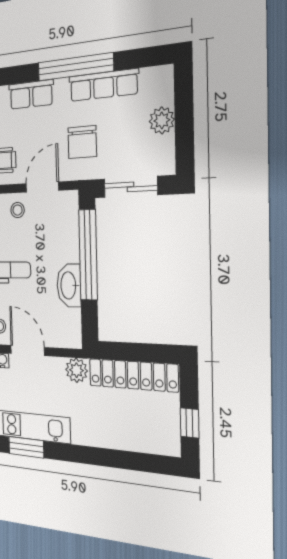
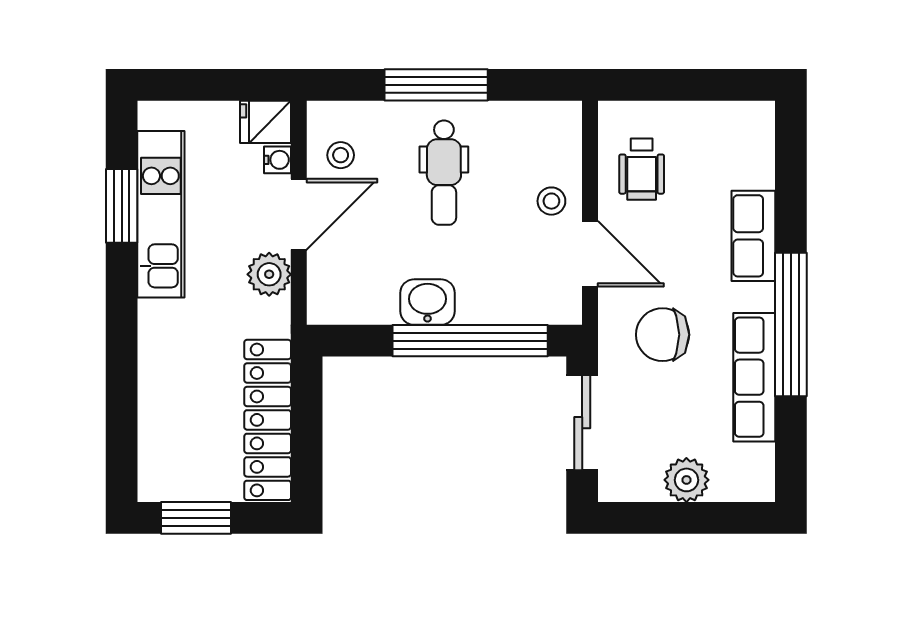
washbasin: (69, 285) -> (428, 302), width x0.72
plant: (77, 370) -> (269, 274), moved
window: (189, 423) -> (196, 518), width x1.50

